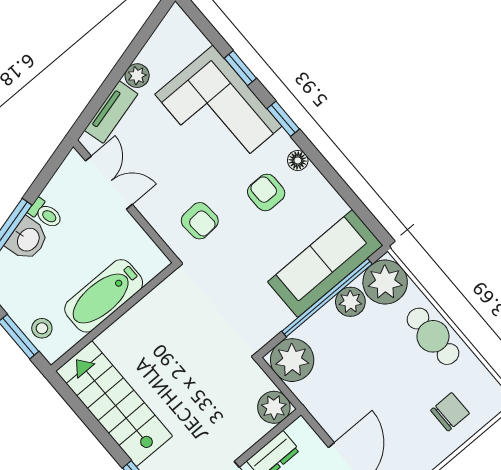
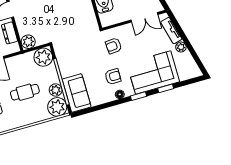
sofa: (325, 264) -> (77, 93), width x0.73
cafe table: (433, 336) -> (25, 92), moved

